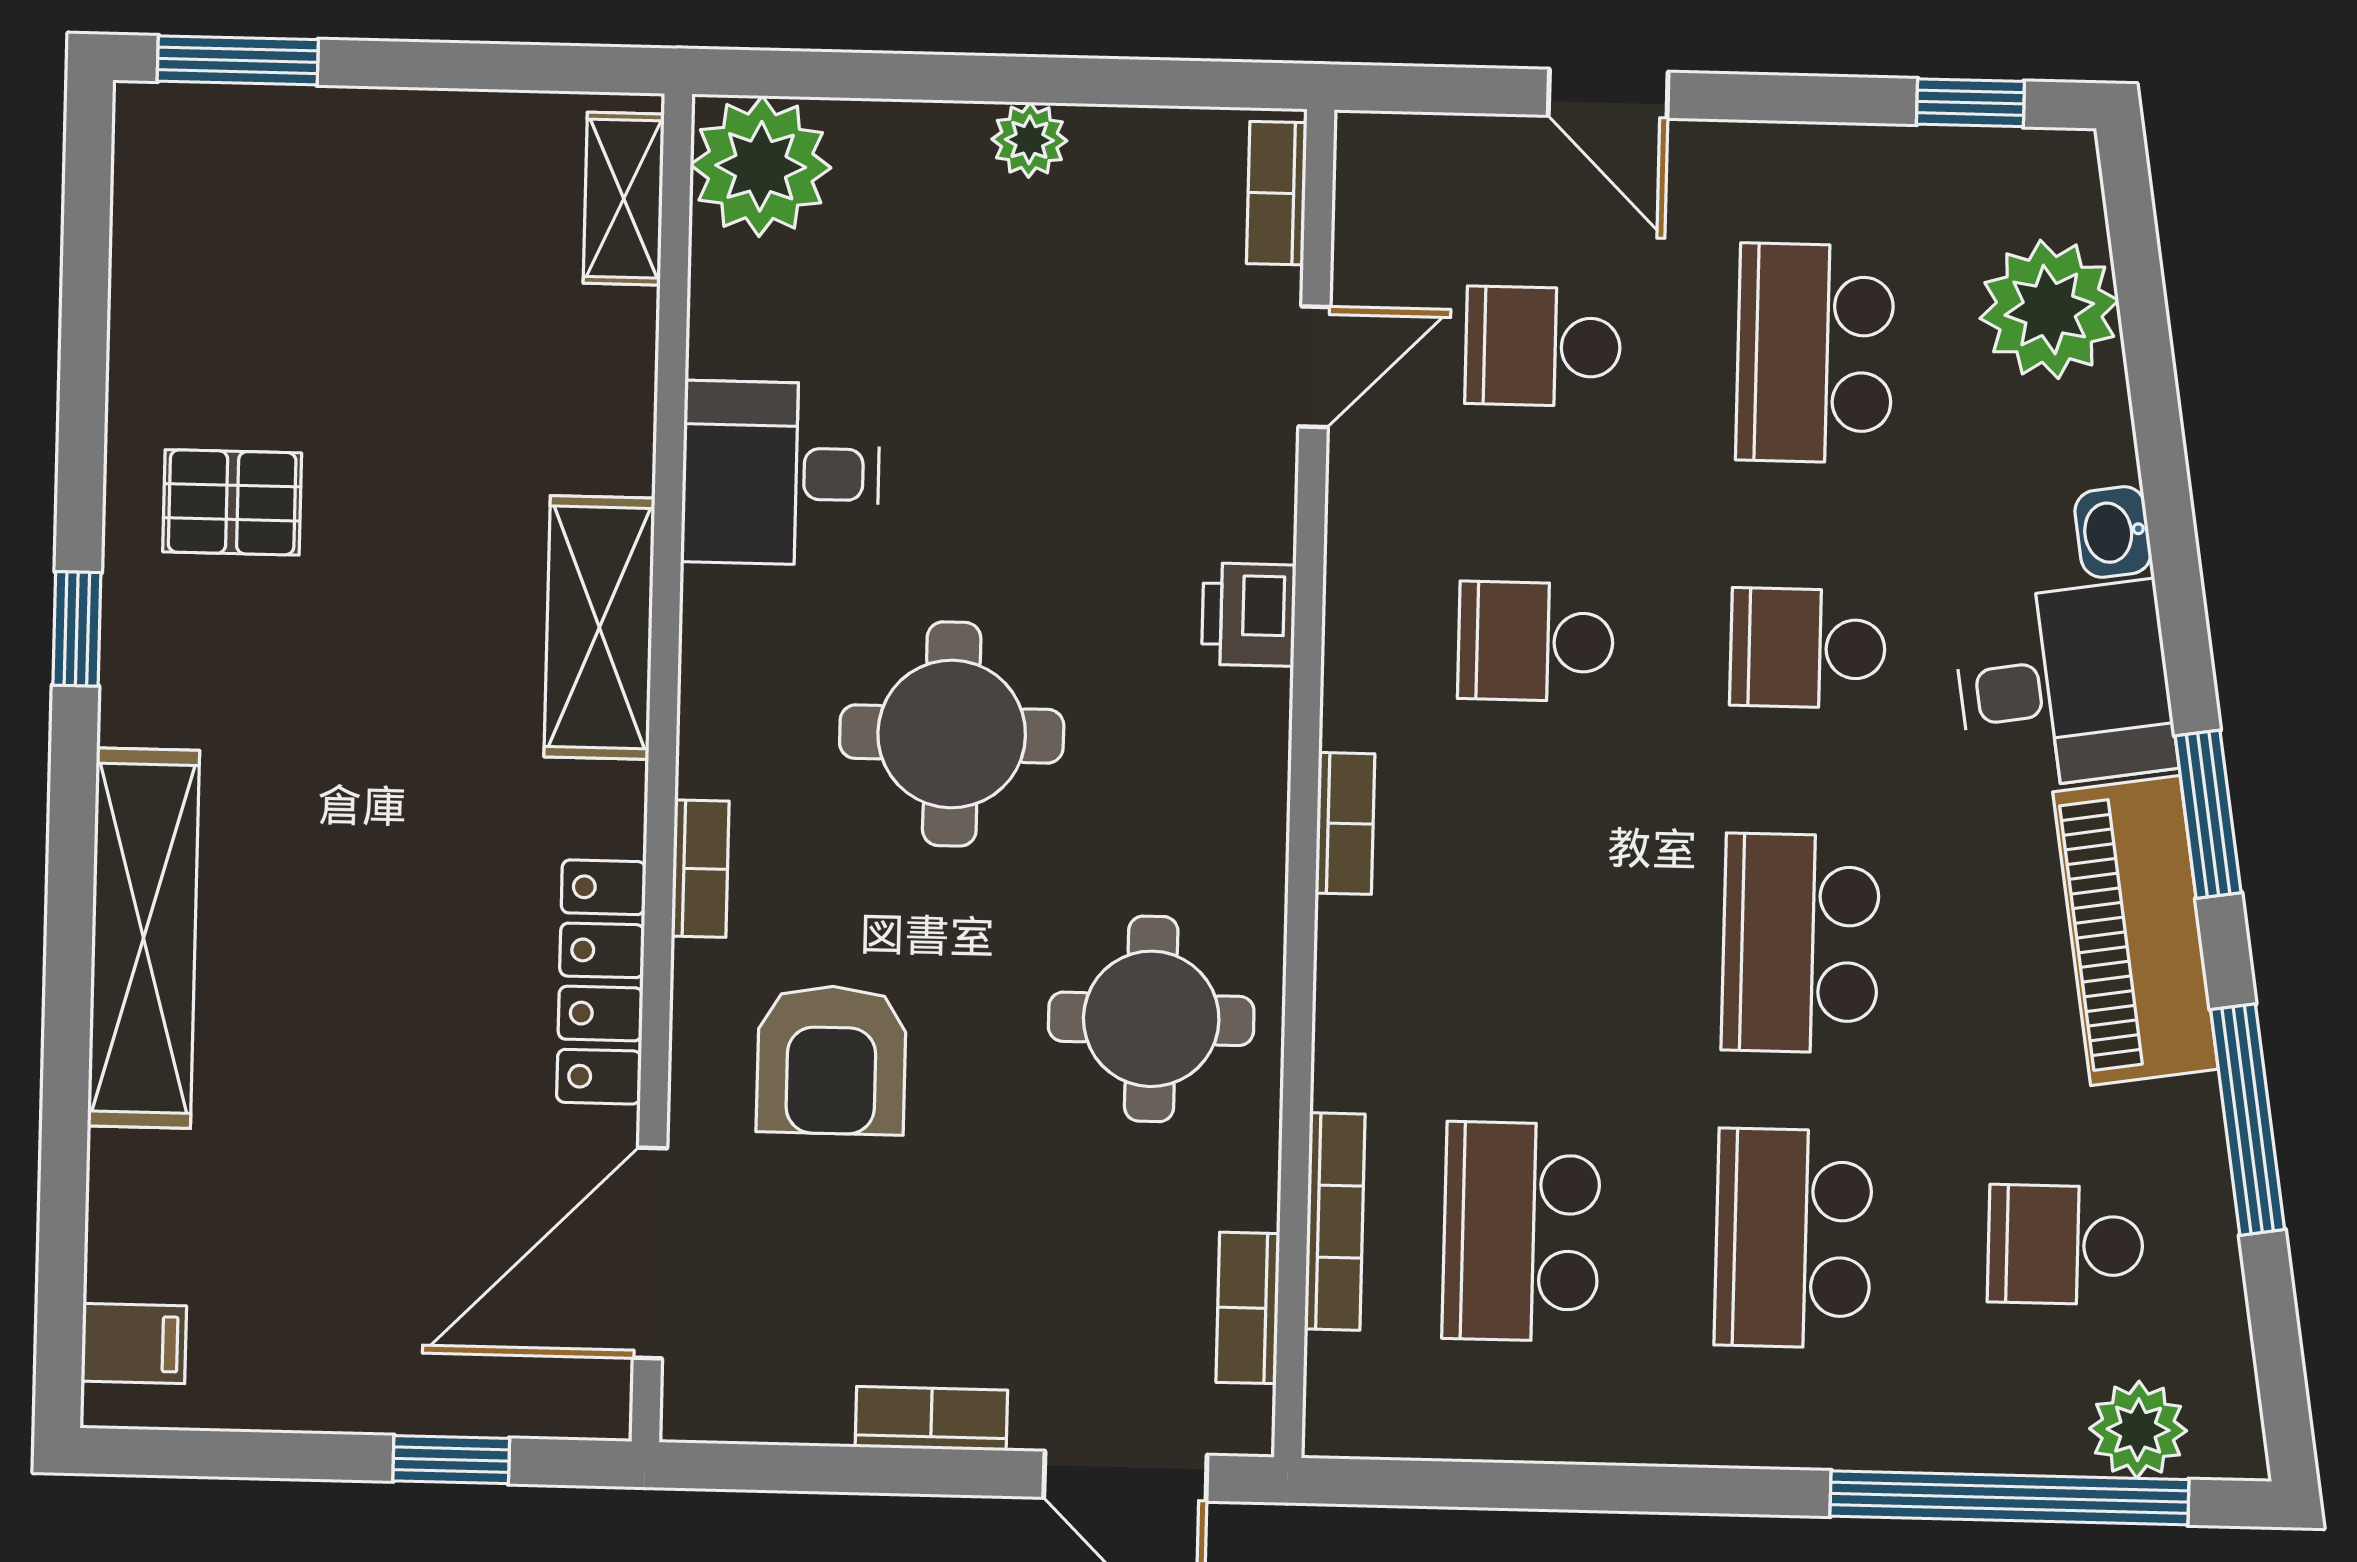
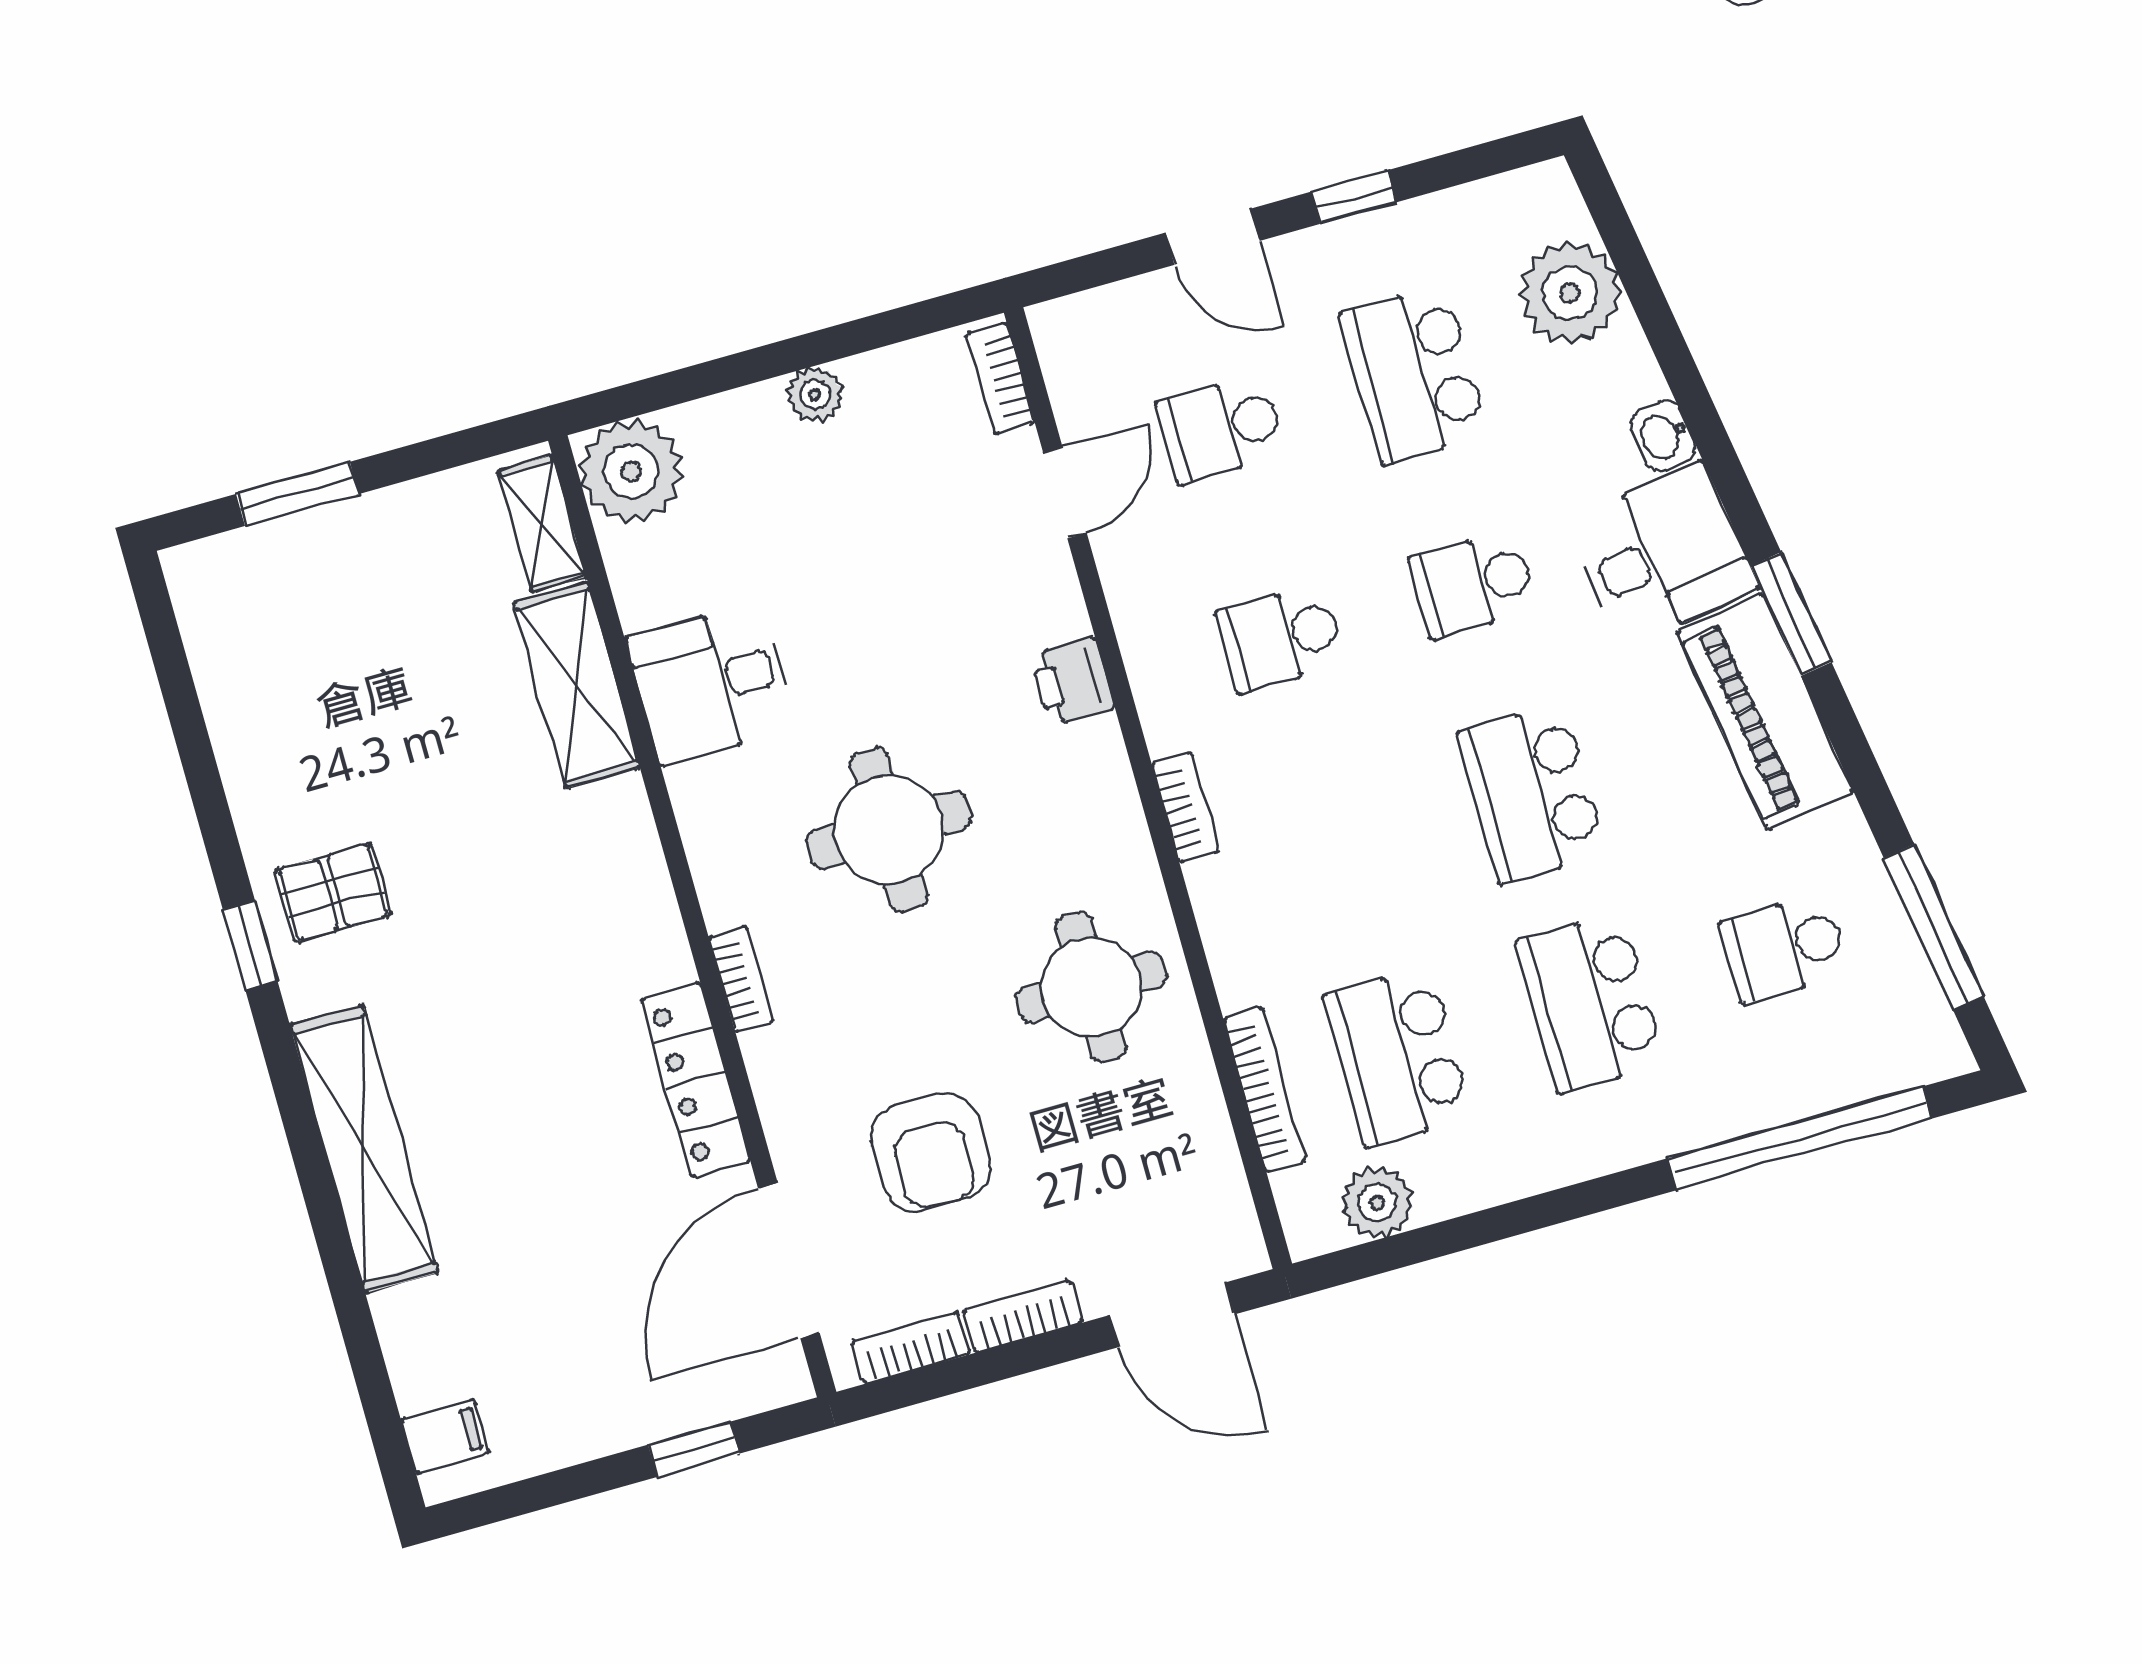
window: (238, 60) -> (297, 494), moved
window: (1970, 103) -> (1354, 197), moved
pallet: (232, 502) -> (333, 893), moved
shelving: (599, 627) -> (577, 685), moved
armchair: (831, 1060) -> (931, 1152), moved
window: (2248, 1120) -> (1934, 927), moved
bookcase: (1248, 1308) -> (911, 1348), moved, turned 90
plant: (2138, 1430) -> (1377, 1203), moved

